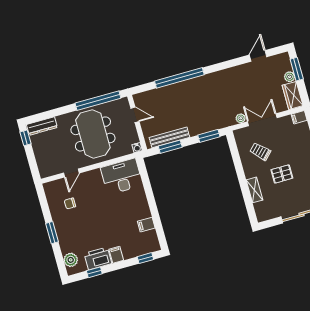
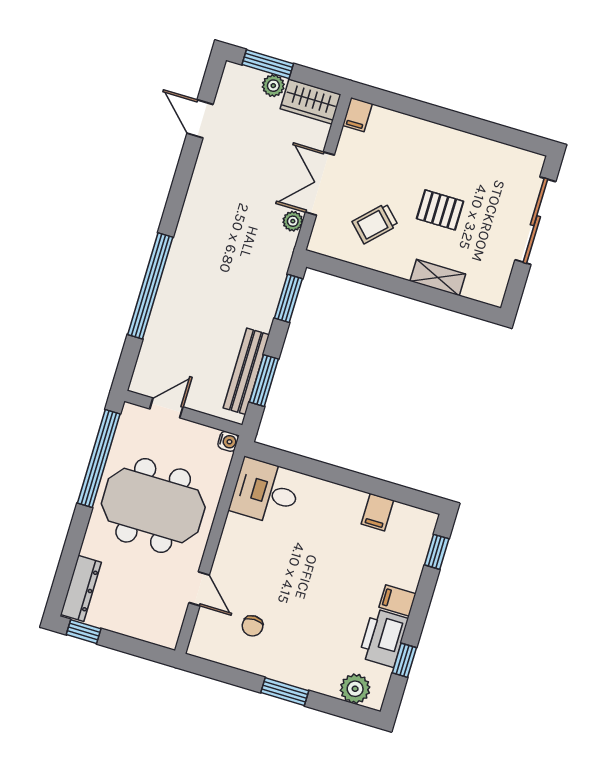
pallet: (282, 174) -> (440, 210), turned 90
desk: (122, 176) -> (266, 492), width x0.73

